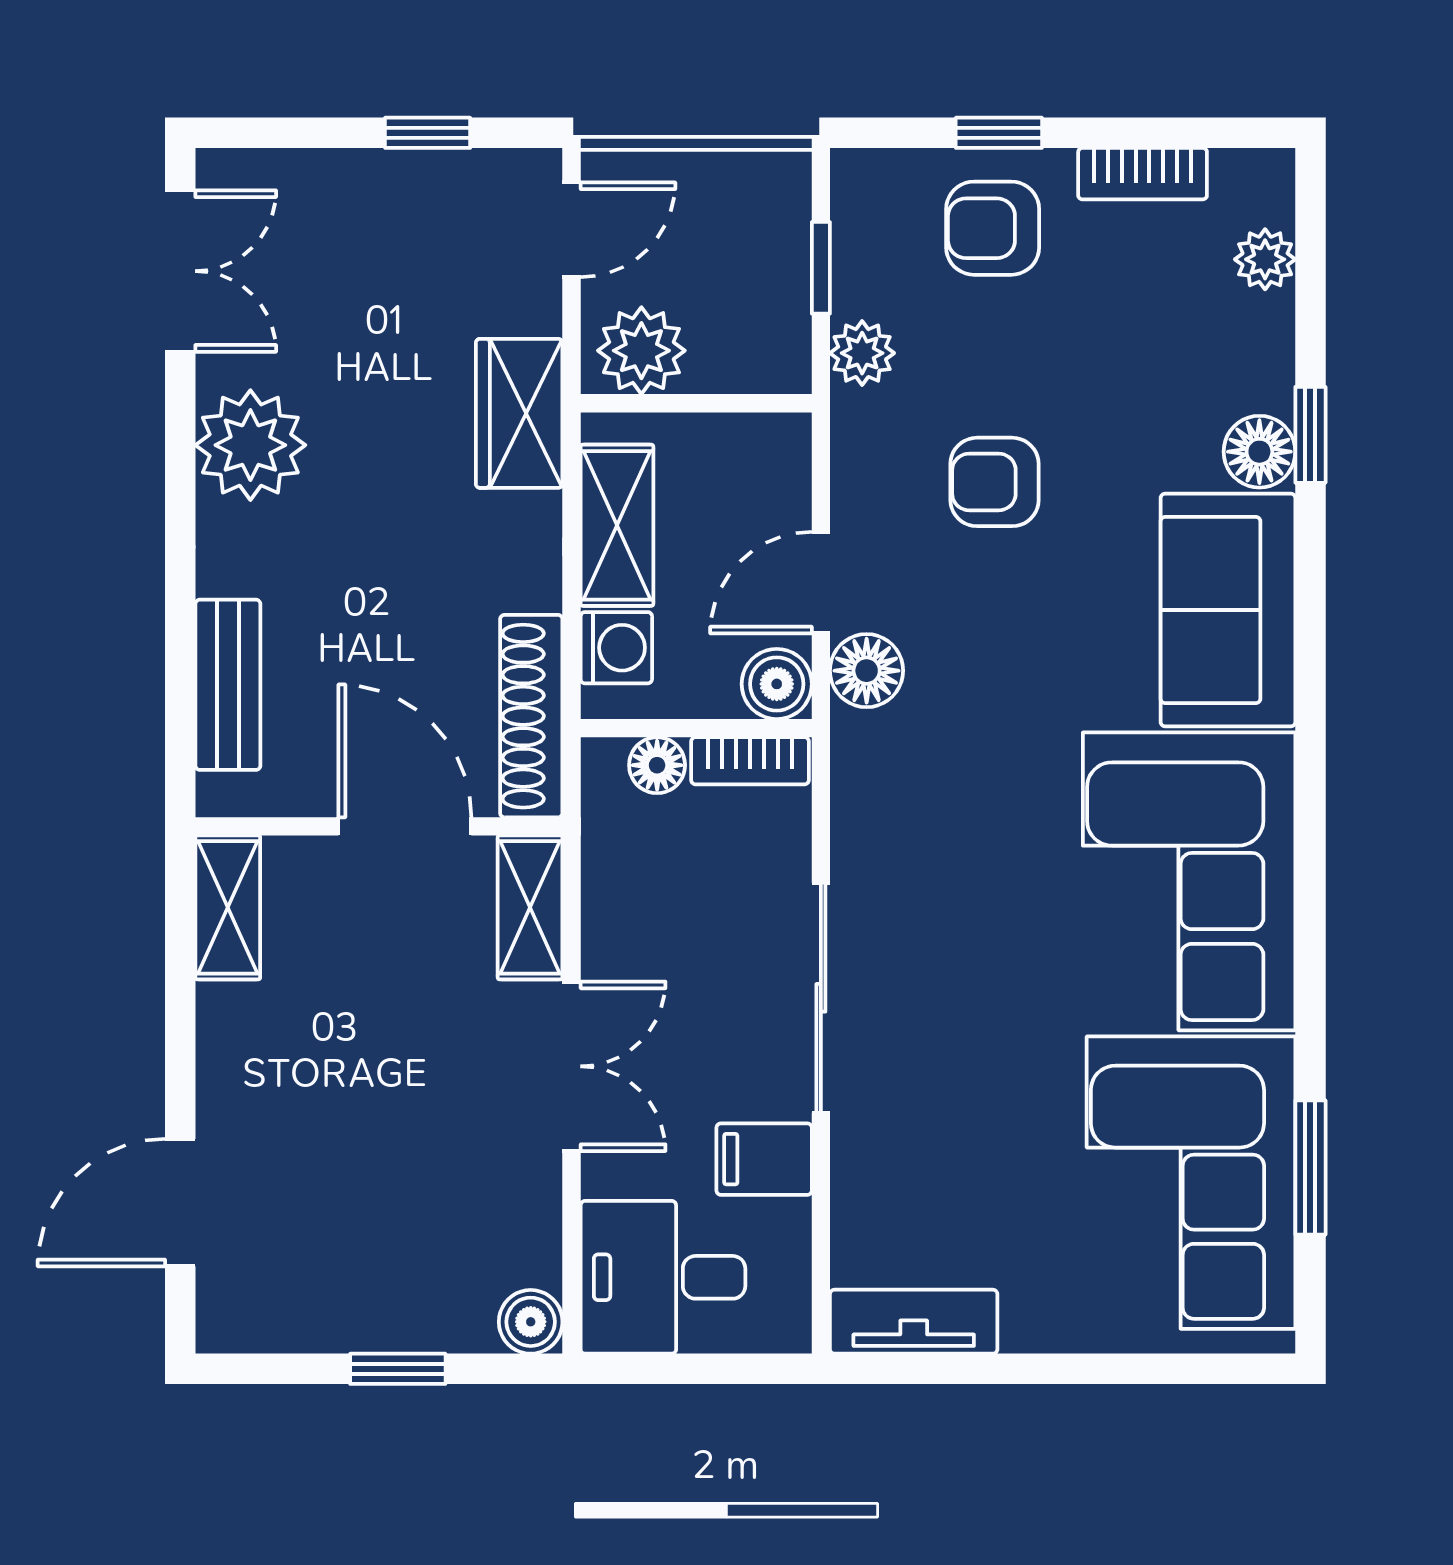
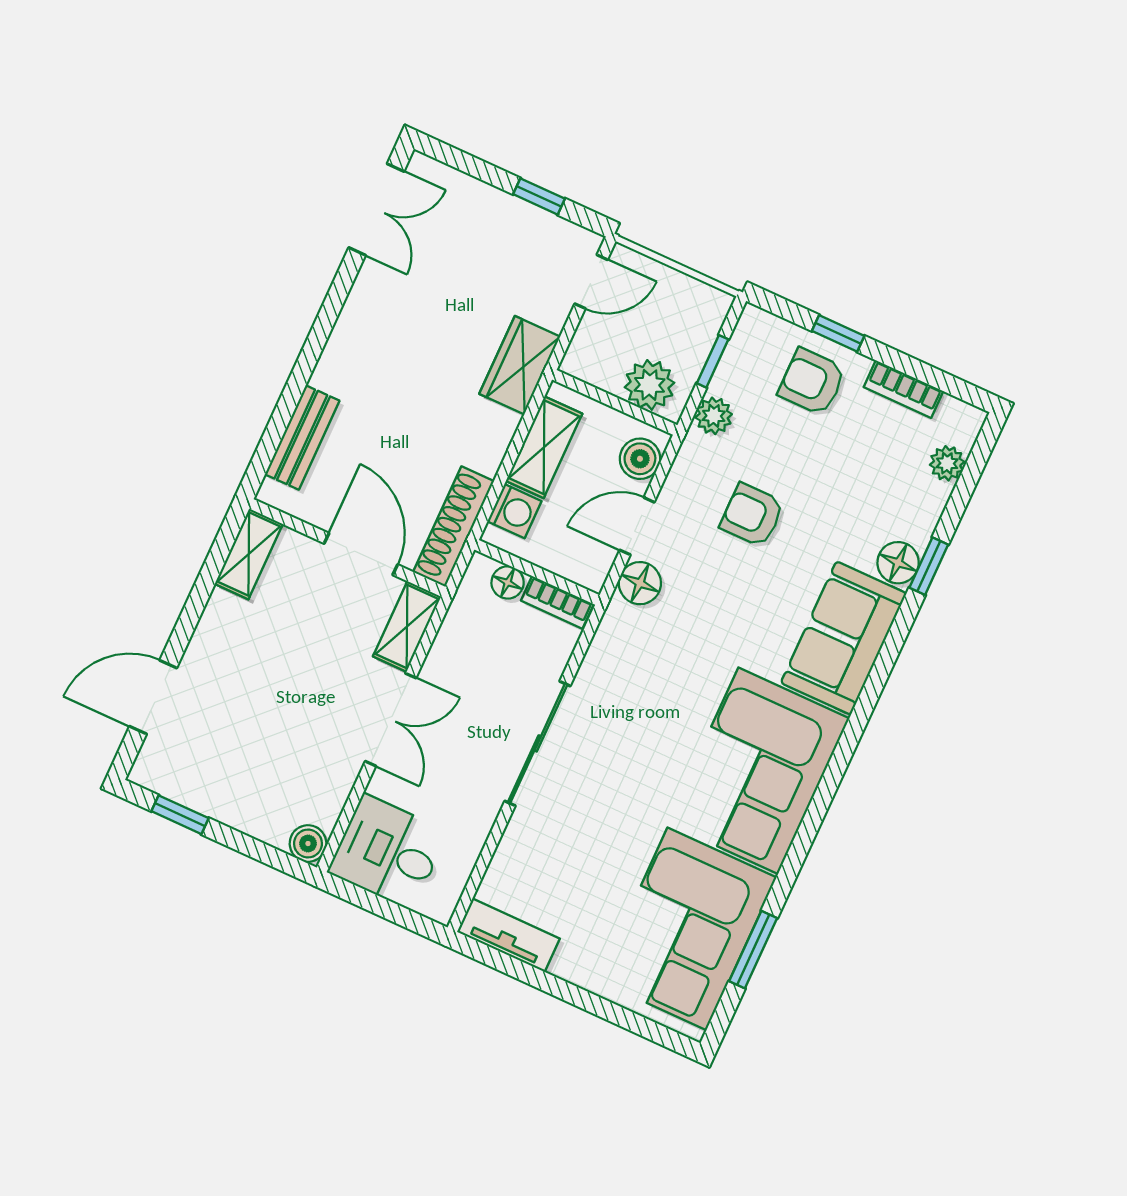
plant: (641, 351) -> (650, 385), moved
plant: (250, 445) -> (371, 317), removed
boiler: (777, 684) -> (640, 459), moved
filing cabinet: (764, 1159) -> (469, 814), removed
window: (398, 1369) -> (180, 815), moved

